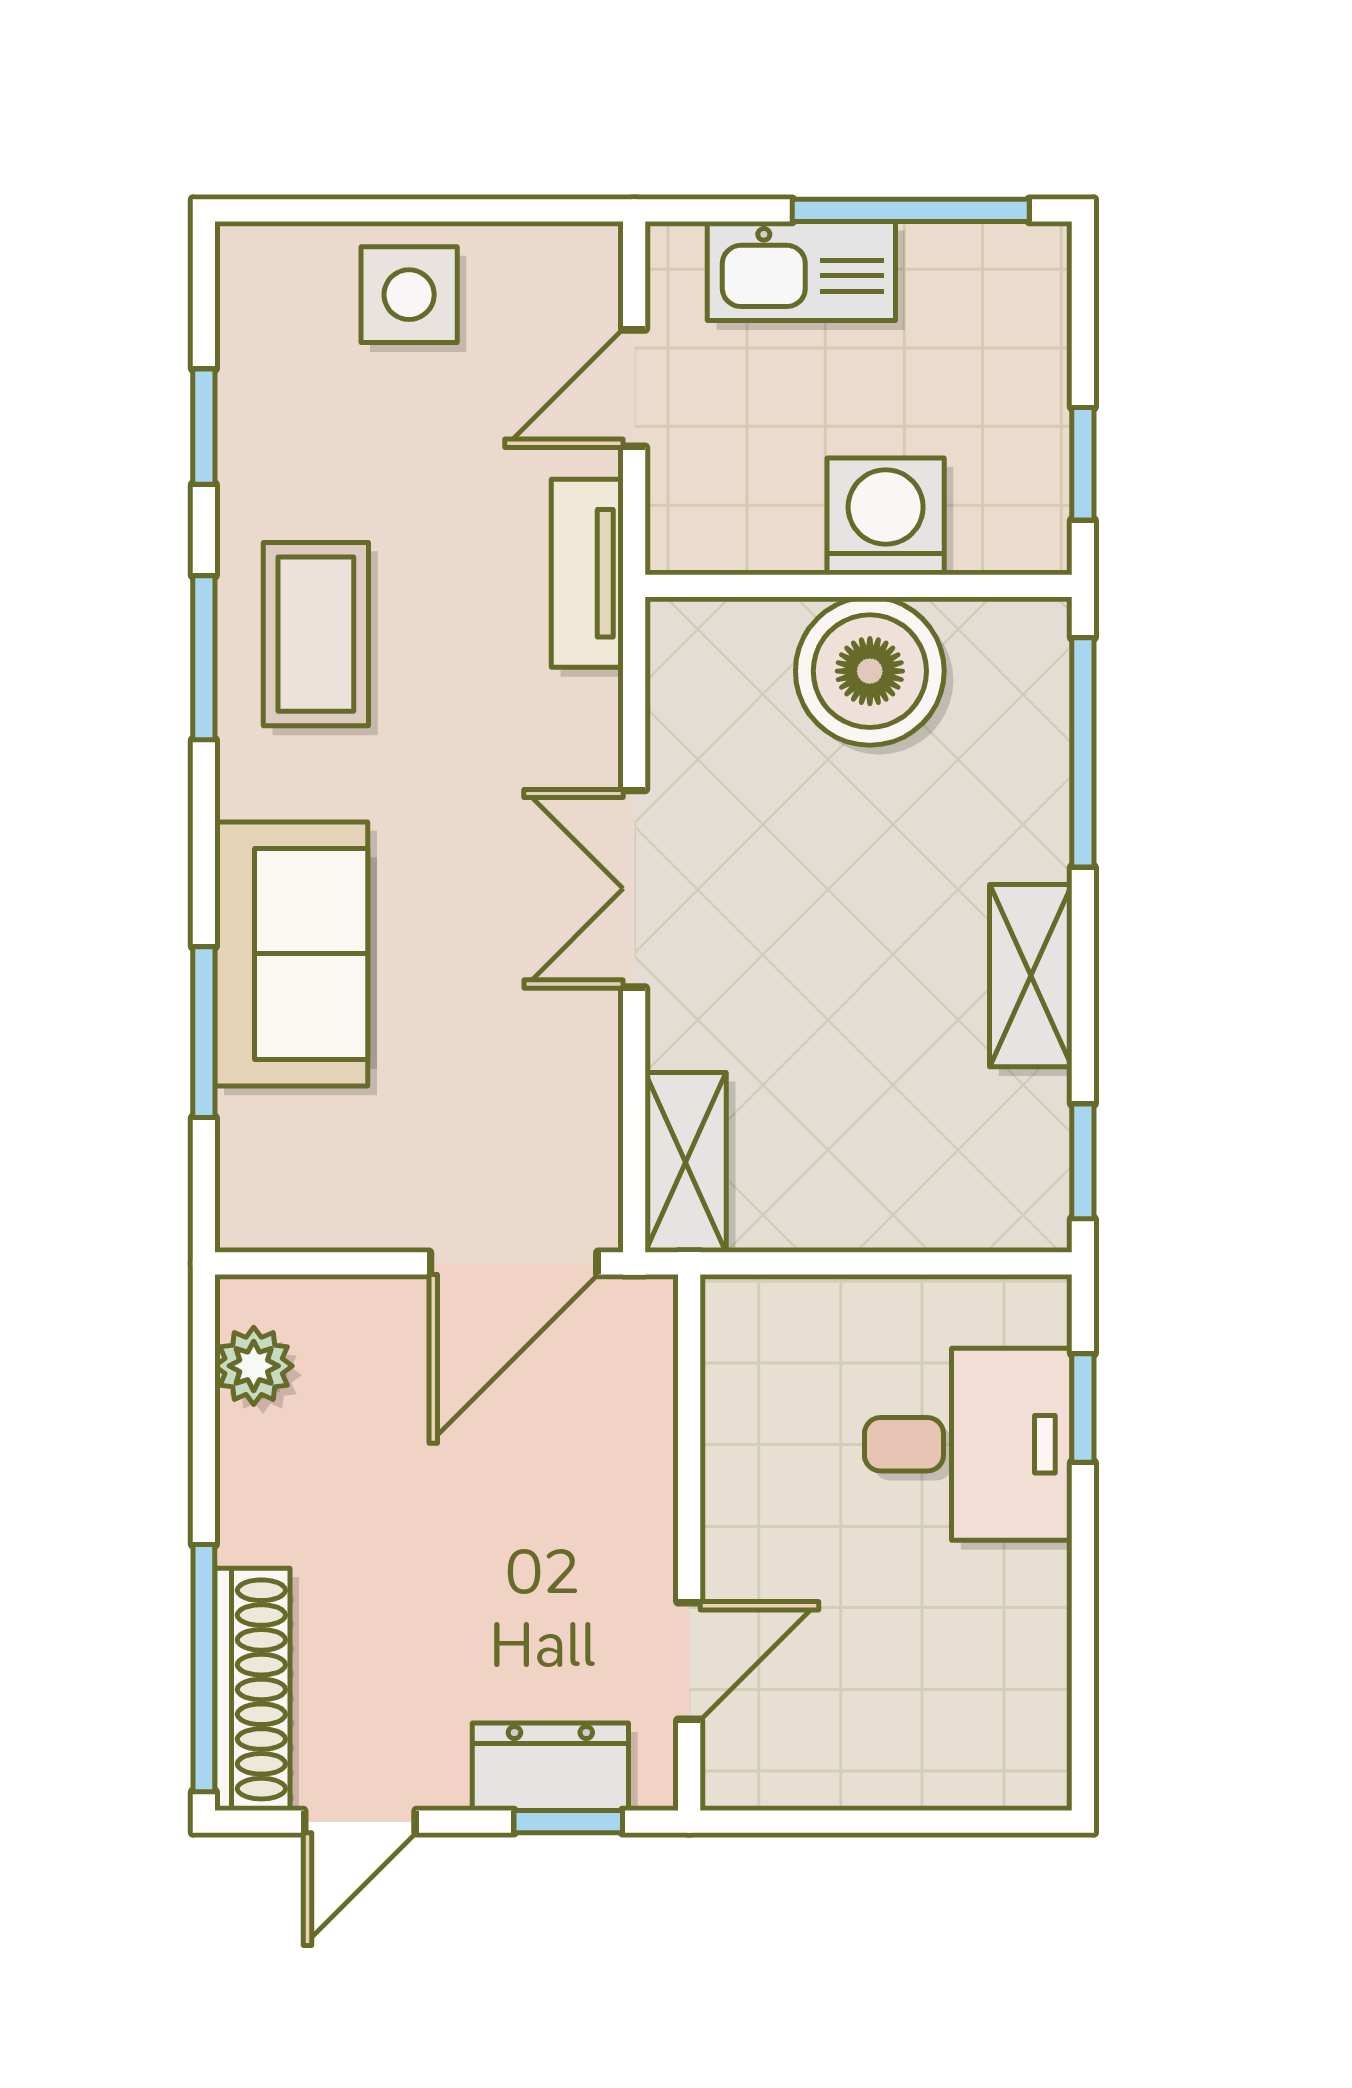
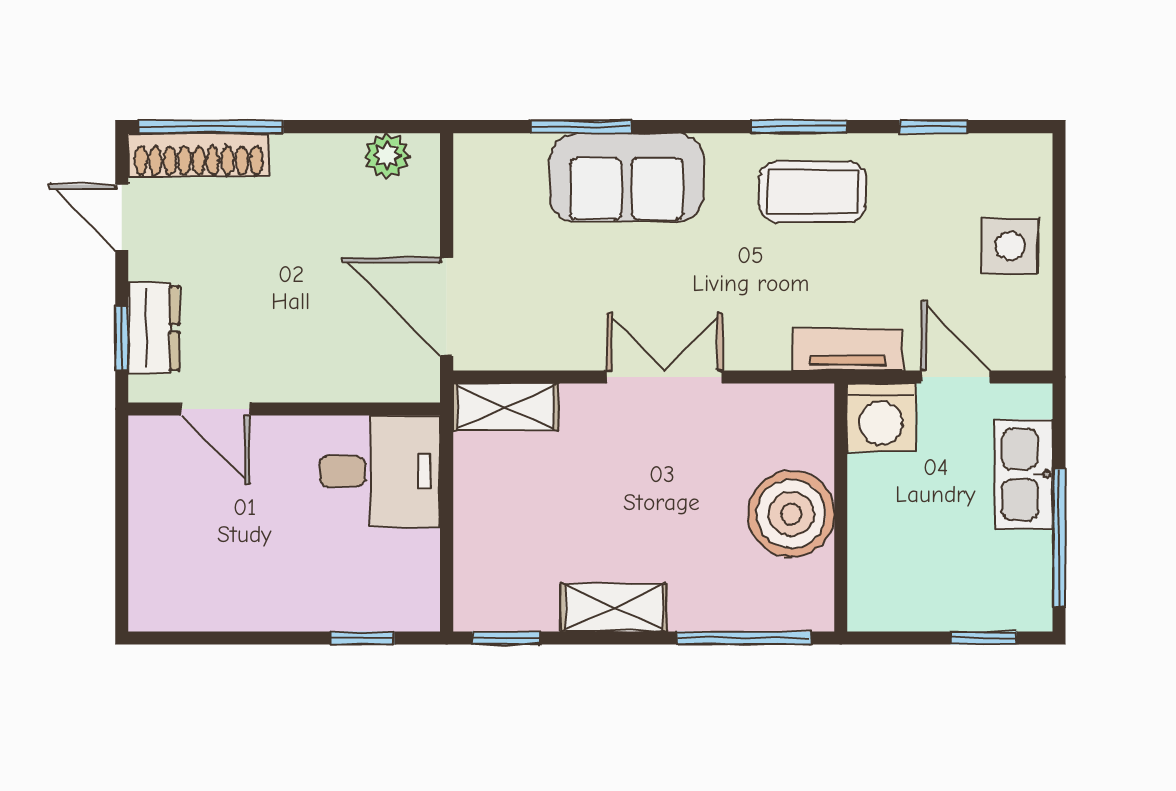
window: (1083, 464) -> (984, 638), moved
washing machine: (886, 516) -> (881, 417), moved, turned 90
desk: (968, 1444) -> (380, 471), moved, turned -90

